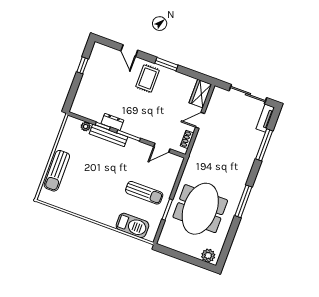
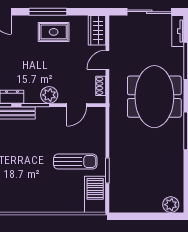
window: (166, 64) -> (48, 12), width x1.44
rug: (148, 79) -> (54, 32), moved, turned 90
plant: (143, 131) -> (49, 95), added
meeting table: (200, 209) -> (154, 97), moved
barbecue: (132, 225) -> (95, 194), moved, turned -90

